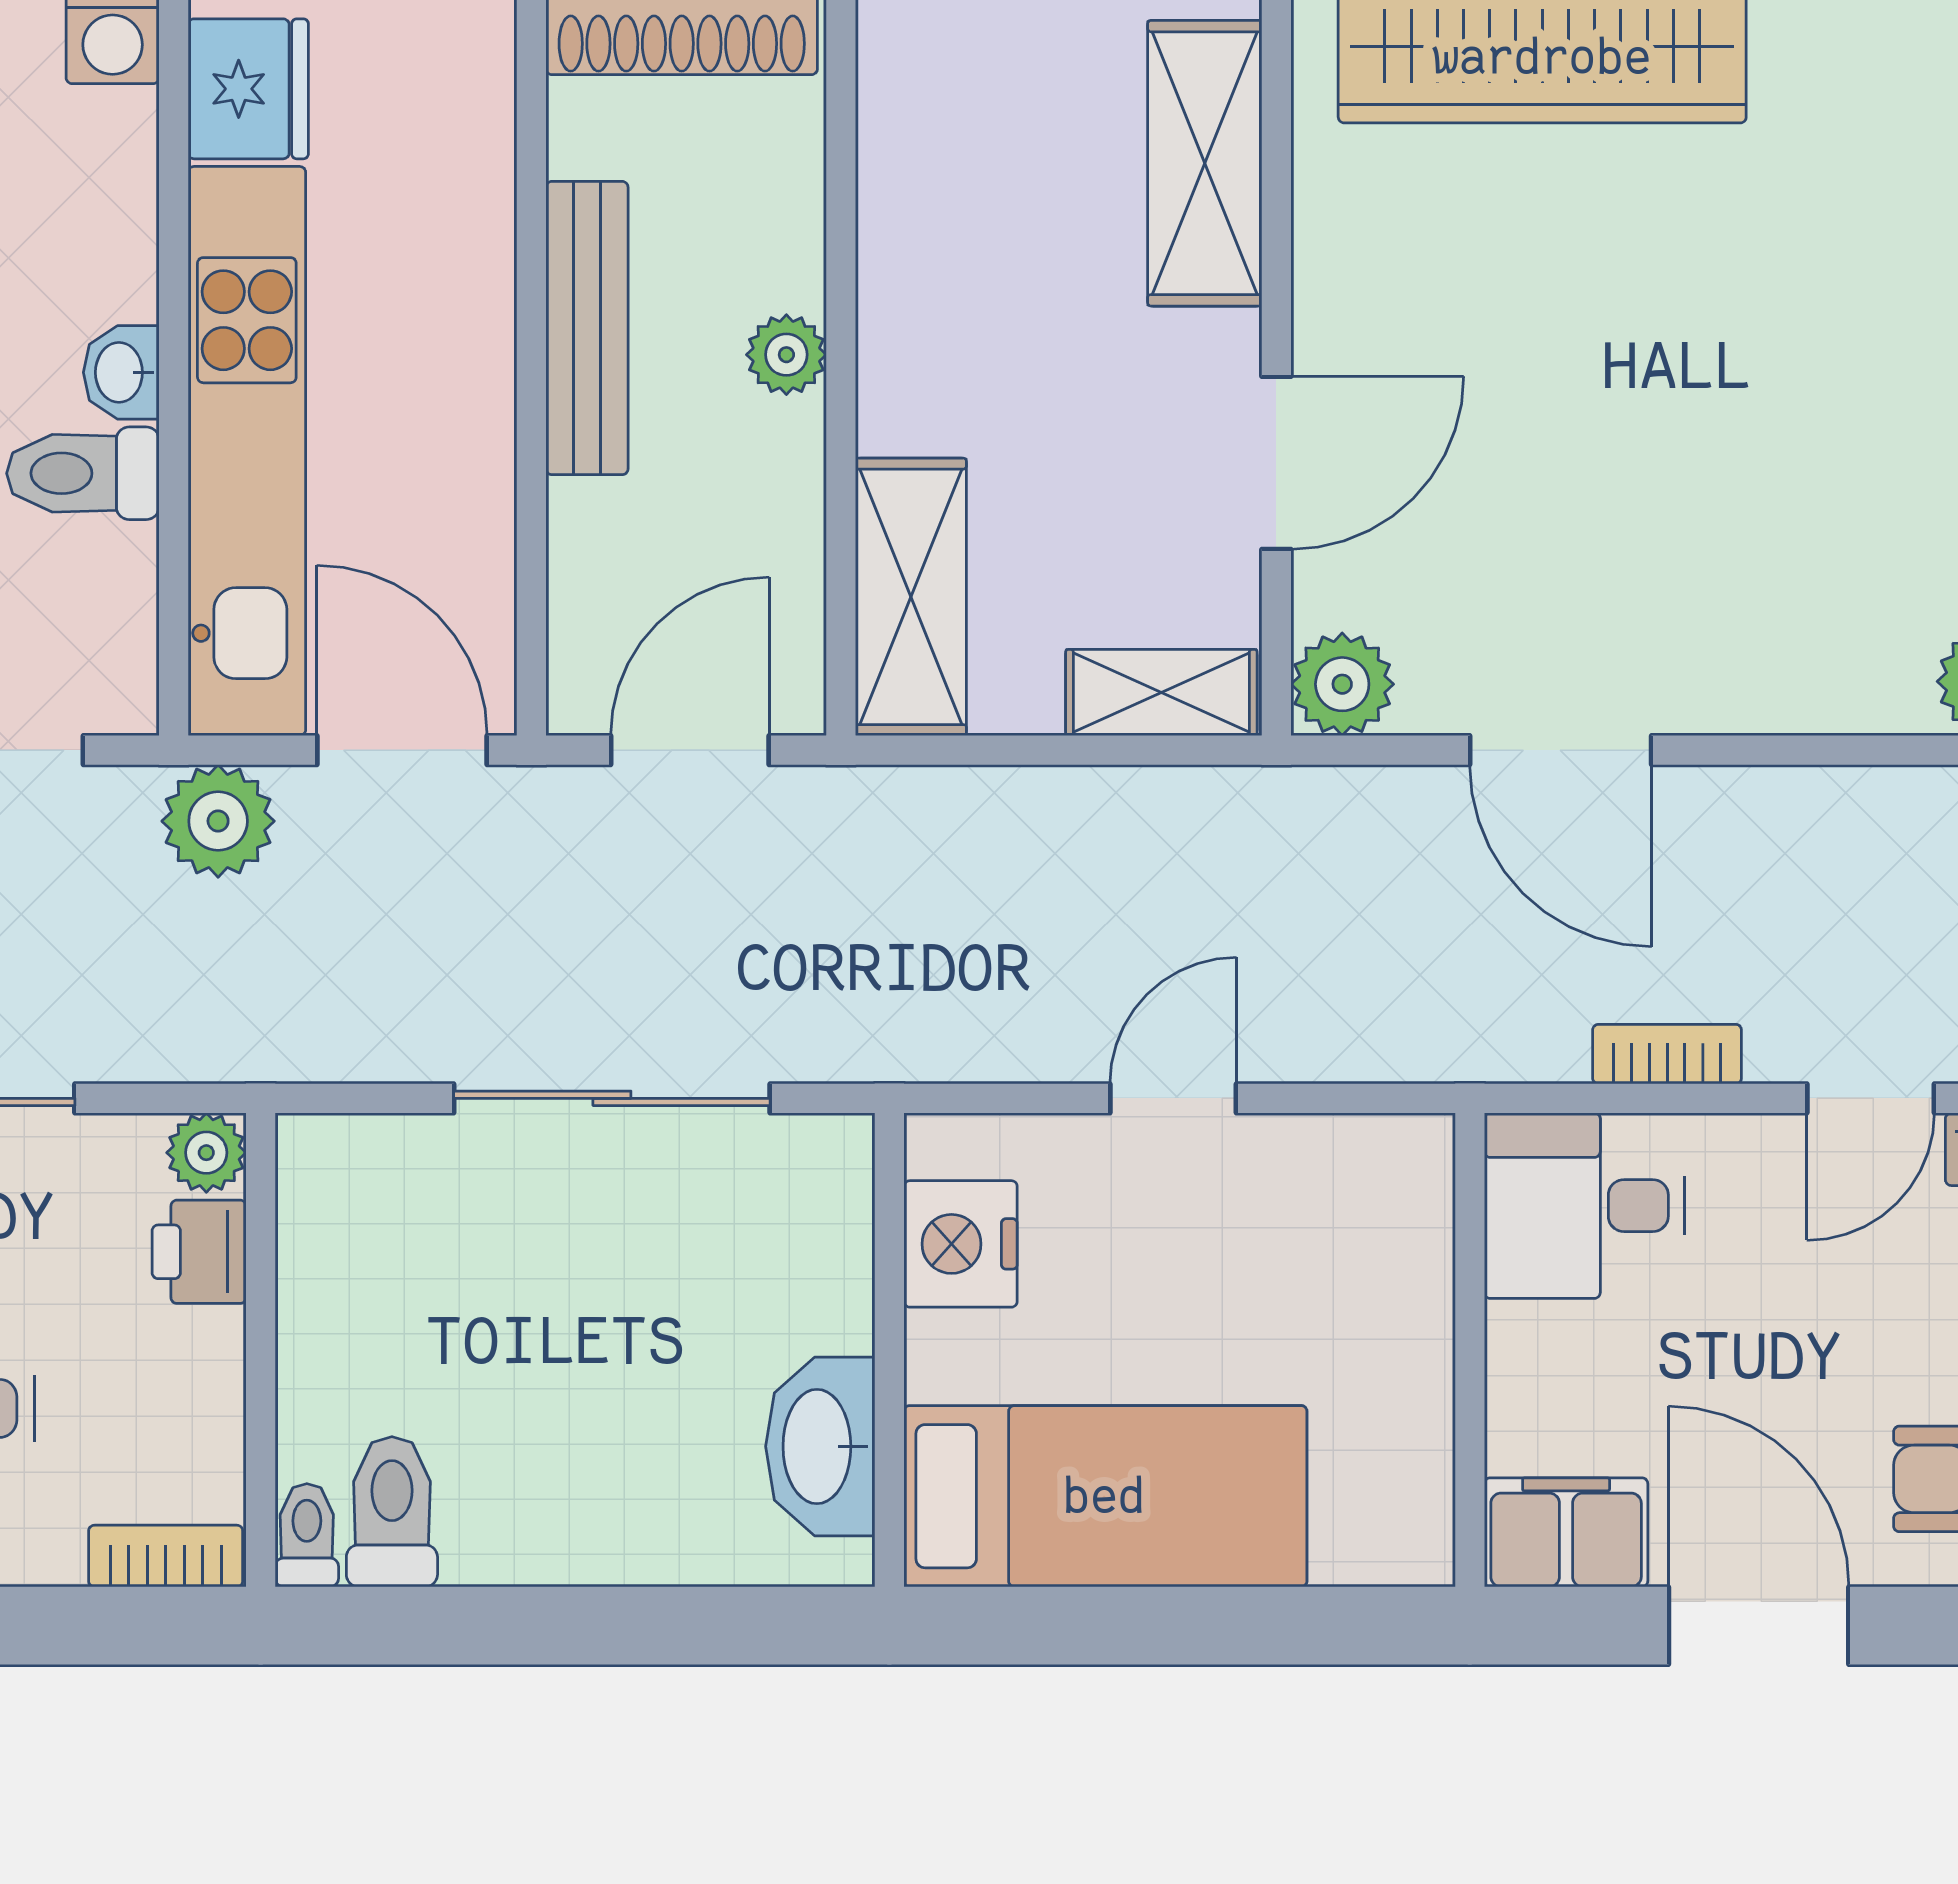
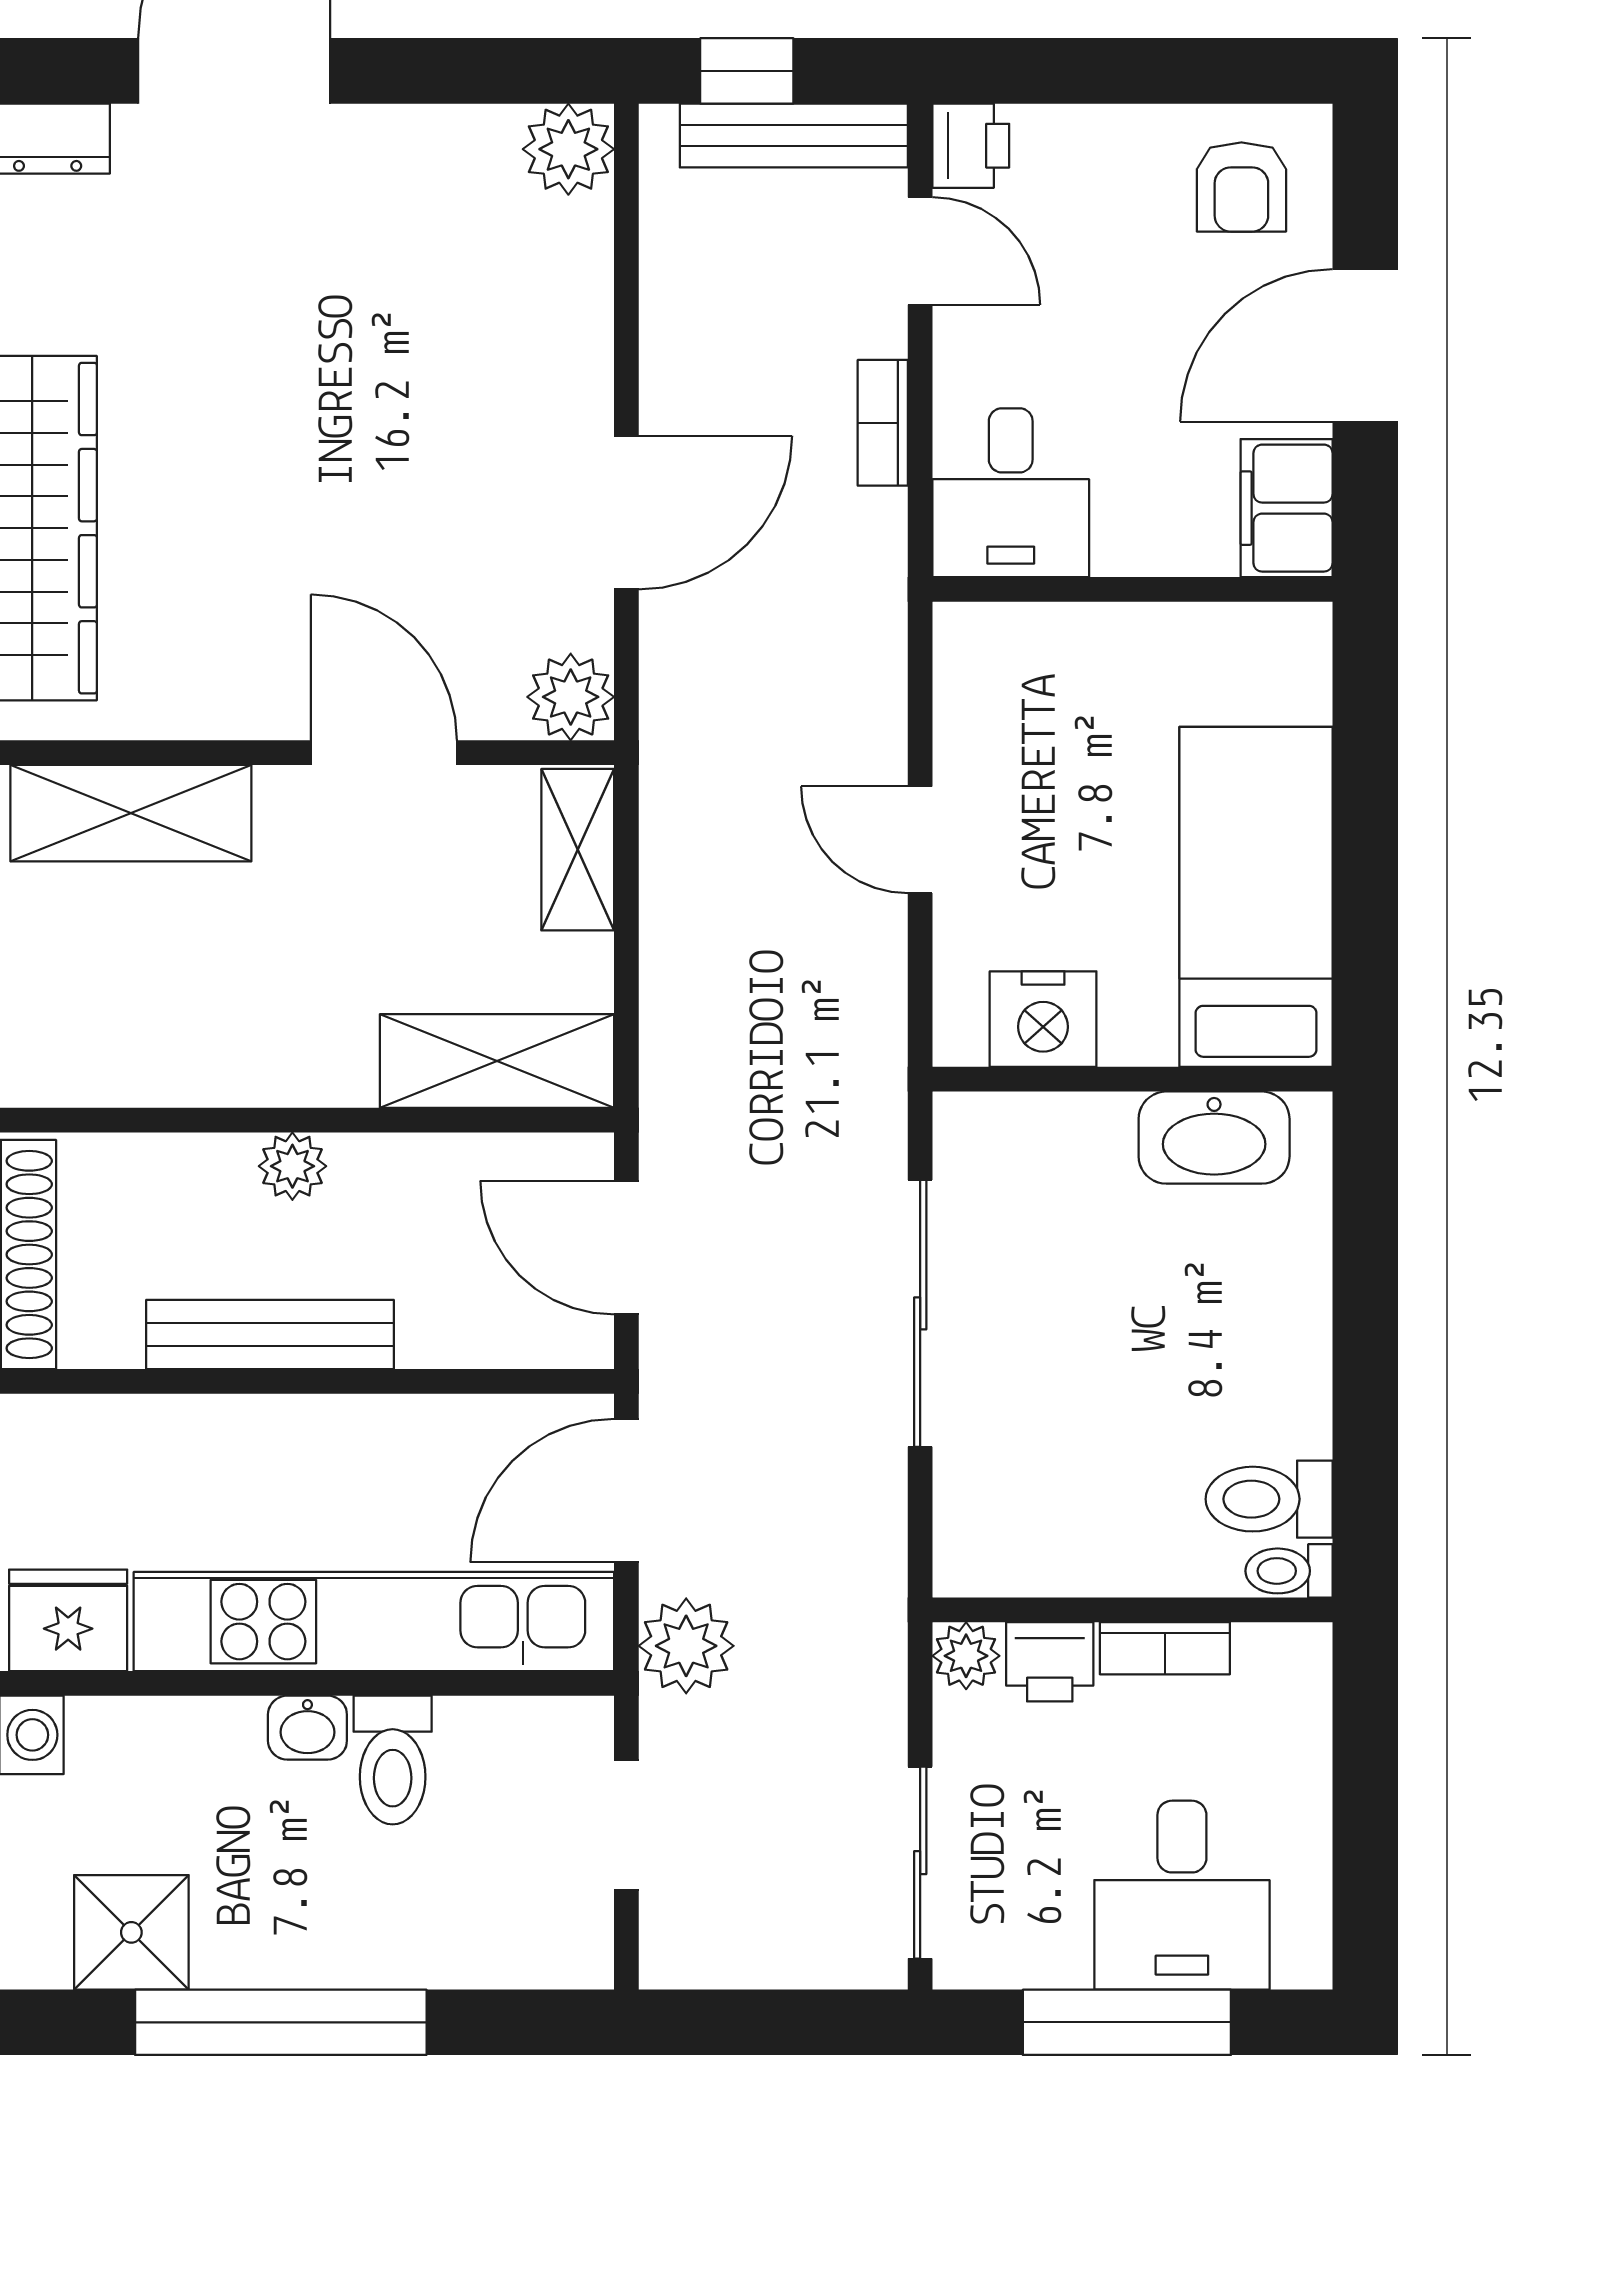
bookcase: (166, 1556) -> (1165, 1648), moved, turned -90

